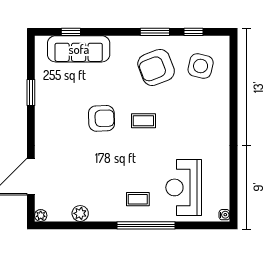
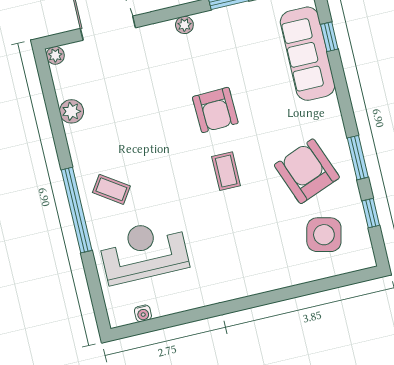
plant: (41, 126) -> (184, 25), added
coffee table: (138, 199) -> (111, 189), turned -56
water cooler: (224, 215) -> (143, 313), moved

